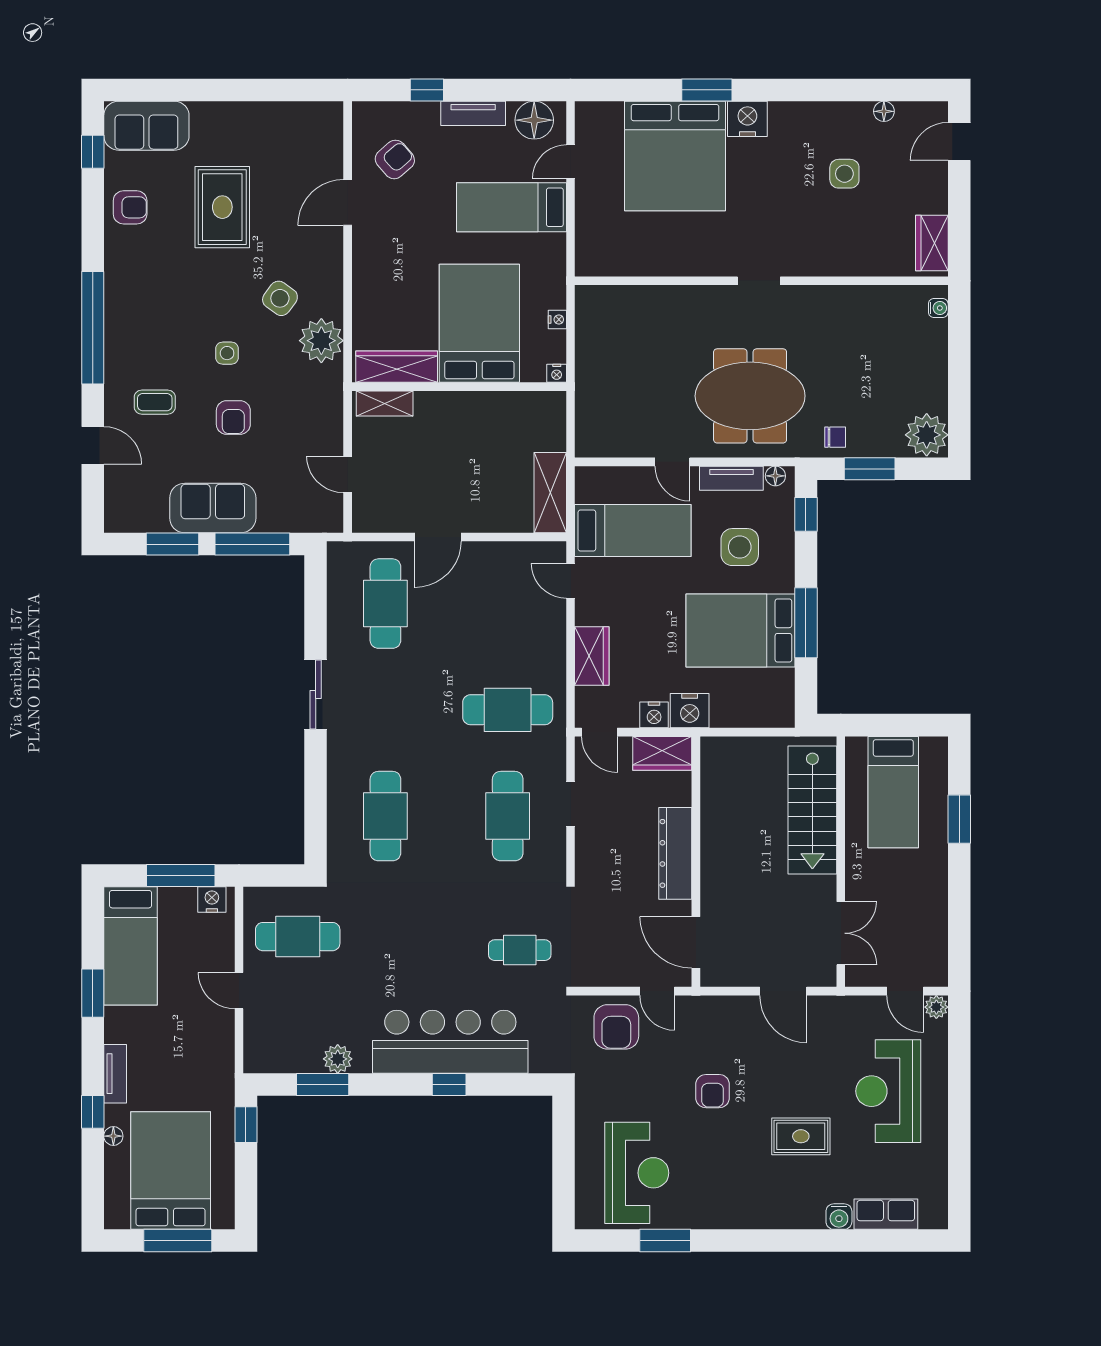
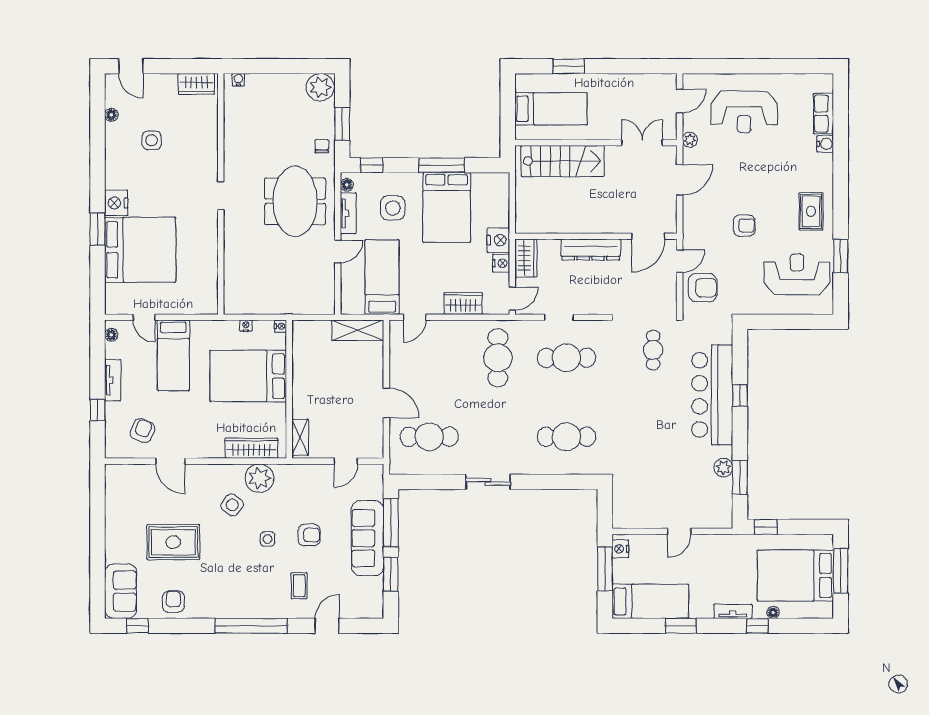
floor lamp: (534, 120) -> (111, 335), width x0.53, depth x0.53
armchair: (395, 159) -> (142, 431), turned 63
wardrobe: (397, 367) -> (251, 448), moved, turned 90
sofa: (213, 508) -> (368, 538), width x1.36
cafe table: (298, 937) -> (644, 493), removed
plant: (936, 1007) -> (690, 140), moved
rug: (801, 1136) -> (811, 211), moved

